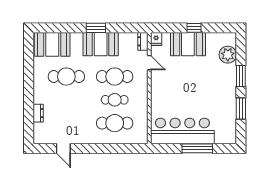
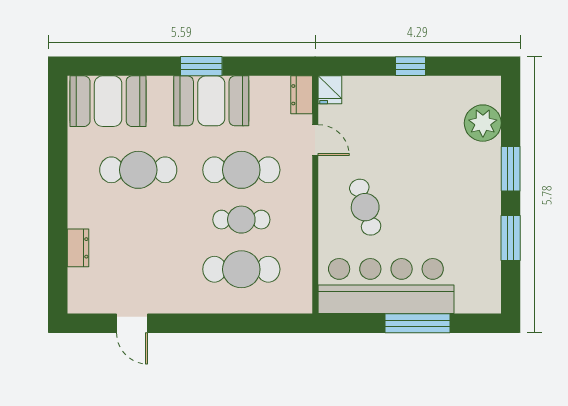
booth: (188, 44) -> (398, 101), removed
cafe table: (173, 94) -> (365, 207), added

